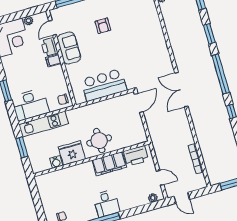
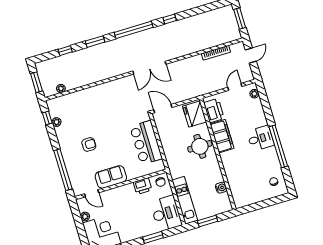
printer: (49, 47) -> (143, 186), moved
filing cabinet: (53, 61) -> (123, 192), removed
fridge: (72, 153) -> (195, 114), moved
door: (182, 198) -> (251, 55), moved

